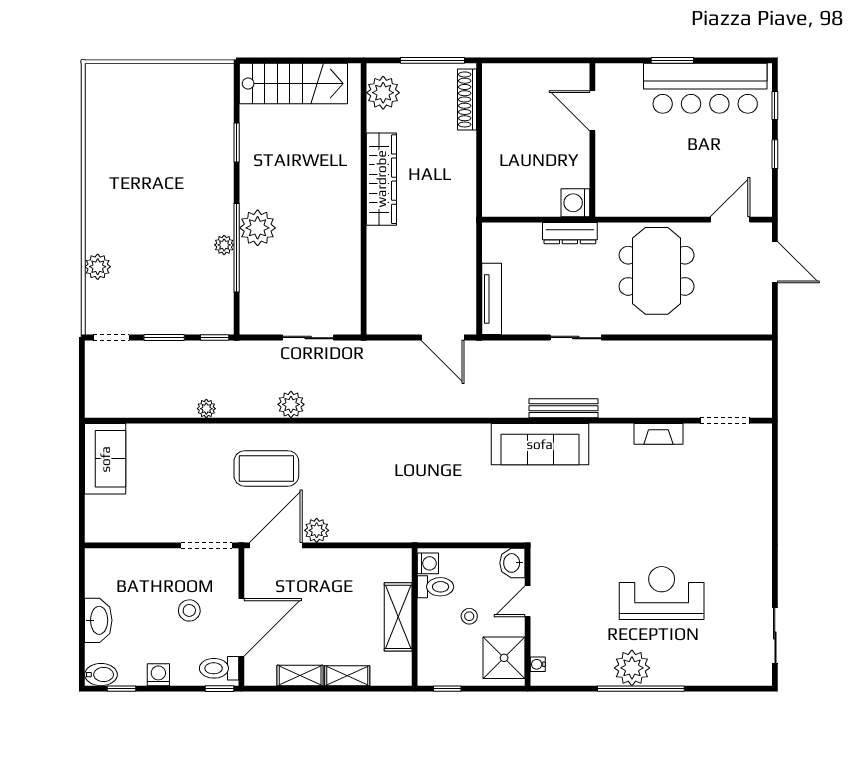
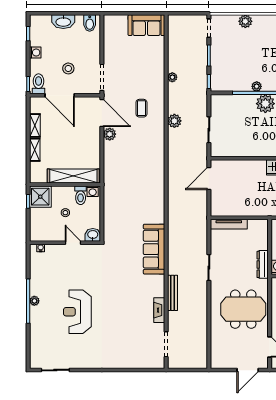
door: (443, 338) -> (209, 178), moved
bench: (564, 408) -> (172, 293), moved
coffee table: (266, 468) -> (141, 108), width x0.54, depth x0.58
reception desk: (662, 593) -> (77, 312), turned 180
shelving: (398, 617) -> (73, 176), width x1.47
shower: (504, 658) -> (40, 197), moved
plant: (632, 668) -> (34, 301), width x0.53, depth x0.53
bidet: (101, 675) -> (90, 23), moved

